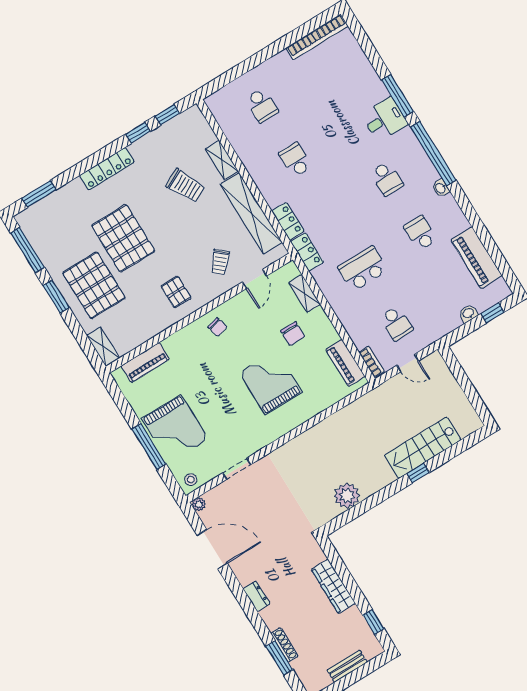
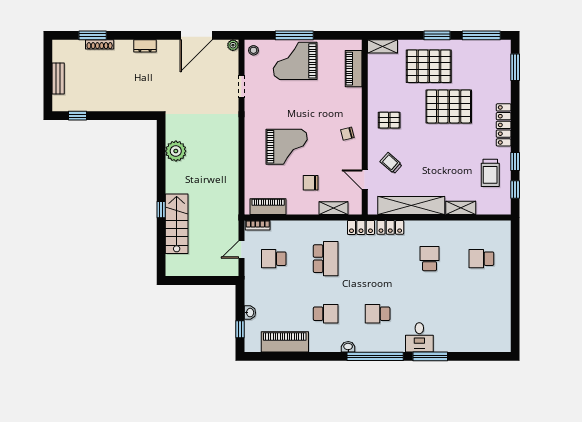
bookcase: (317, 37) -> (505, 326), removed
school desk: (295, 160) -> (429, 259), turned -90
trolley: (185, 186) -> (490, 173), moved, turned -63
wardrobe: (333, 586) -> (119, 103), removed

